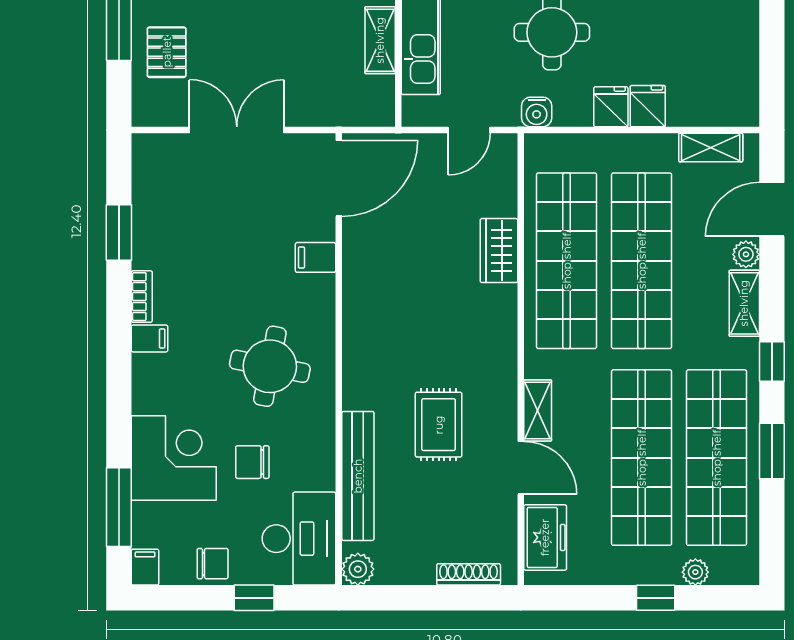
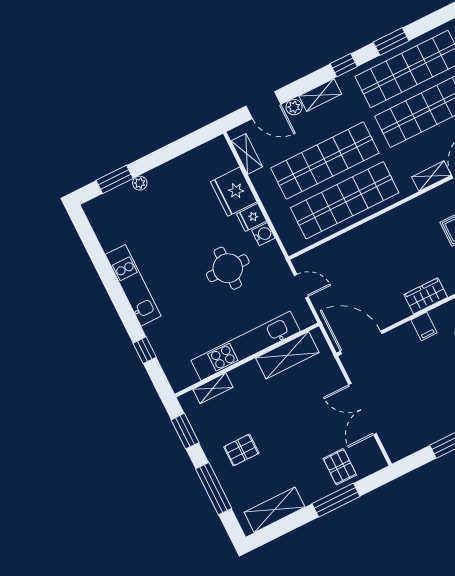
shelving: (380, 40) -> (287, 355), width x1.50, depth x1.33
pallet: (167, 52) -> (340, 467), turned 90
fridge: (648, 106) -> (234, 192), width x1.88, depth x1.34
water cooler: (537, 112) -> (263, 234), moved
wardrobe: (499, 251) -> (426, 296), moved, turned 180
filing cabinet: (315, 257) -> (424, 326), moved

